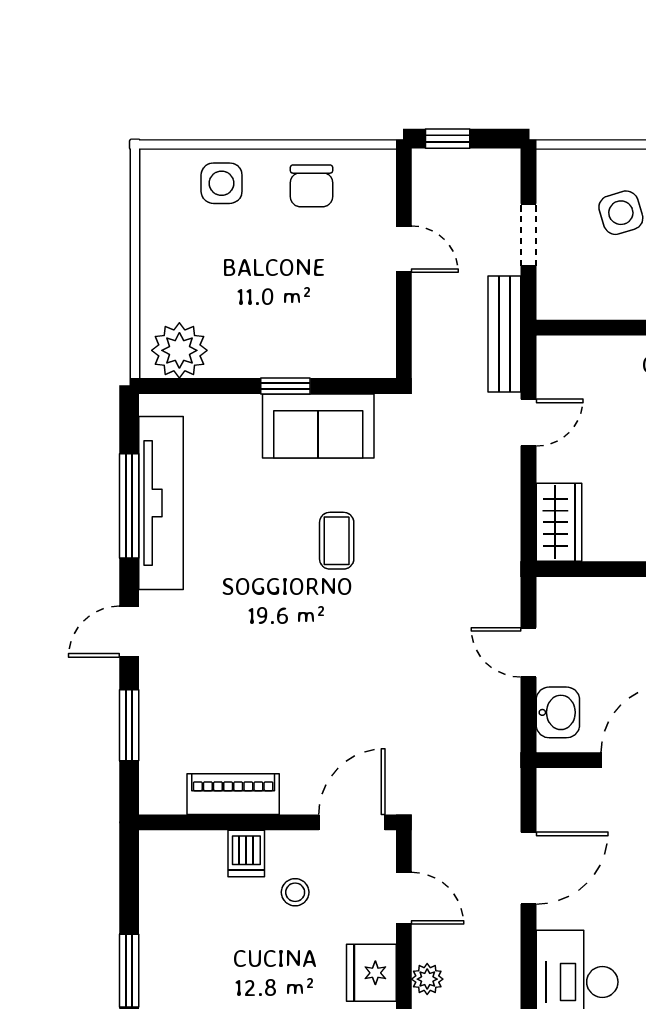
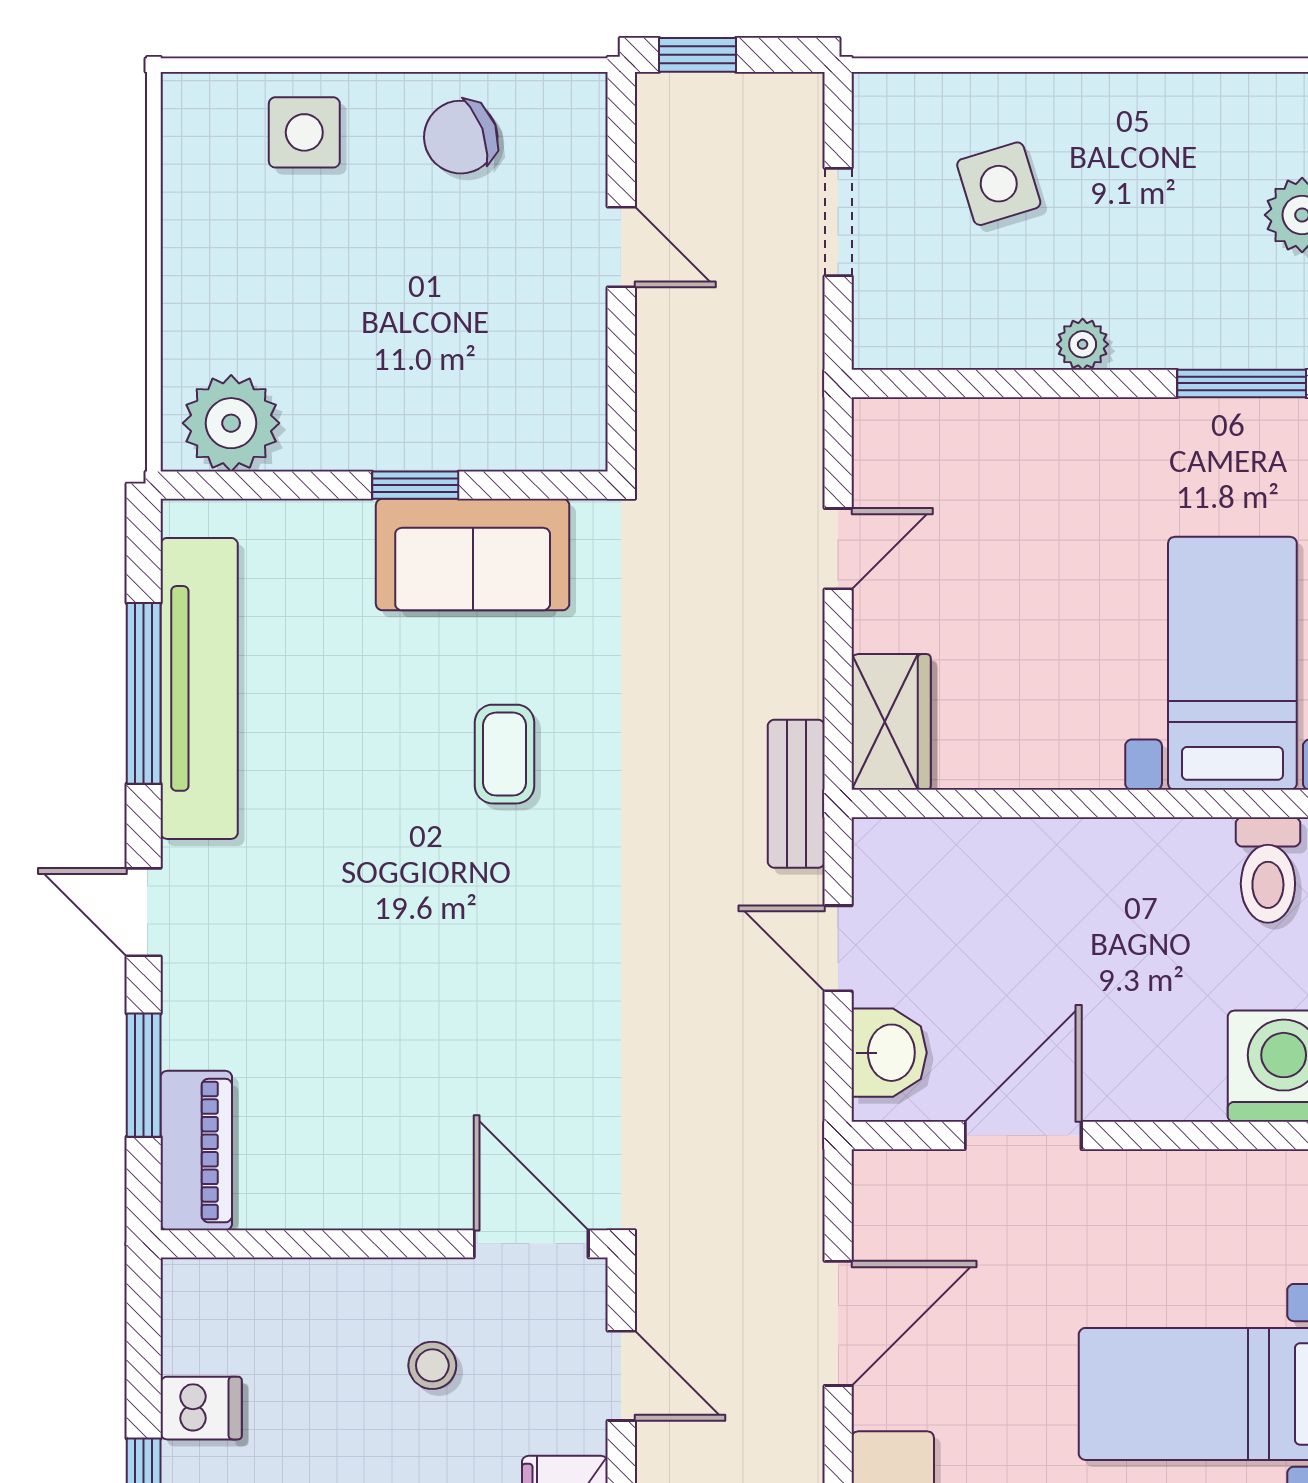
chair: (311, 186) -> (461, 137), turned 70
bench: (504, 334) -> (796, 794), moved, width x0.73
door: (129, 632) -> (144, 912), hinge flipped
piano: (233, 794) -> (196, 1151), moved, turned 90
door: (352, 822) -> (531, 1244), hinge flipped
dishwasher: (246, 854) -> (201, 1408), moved, turned -90

